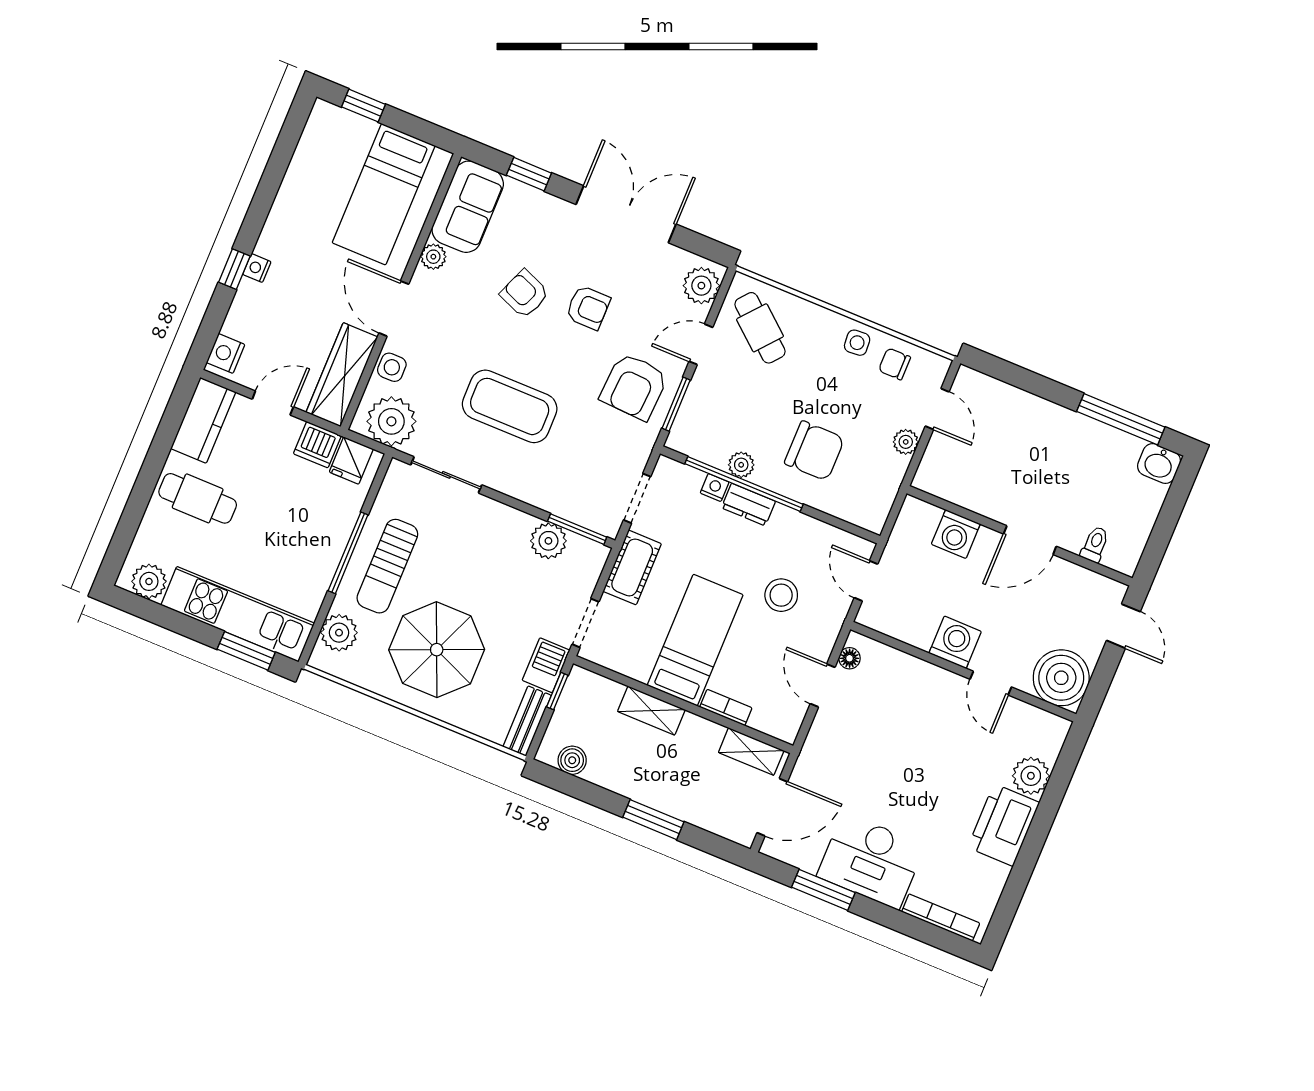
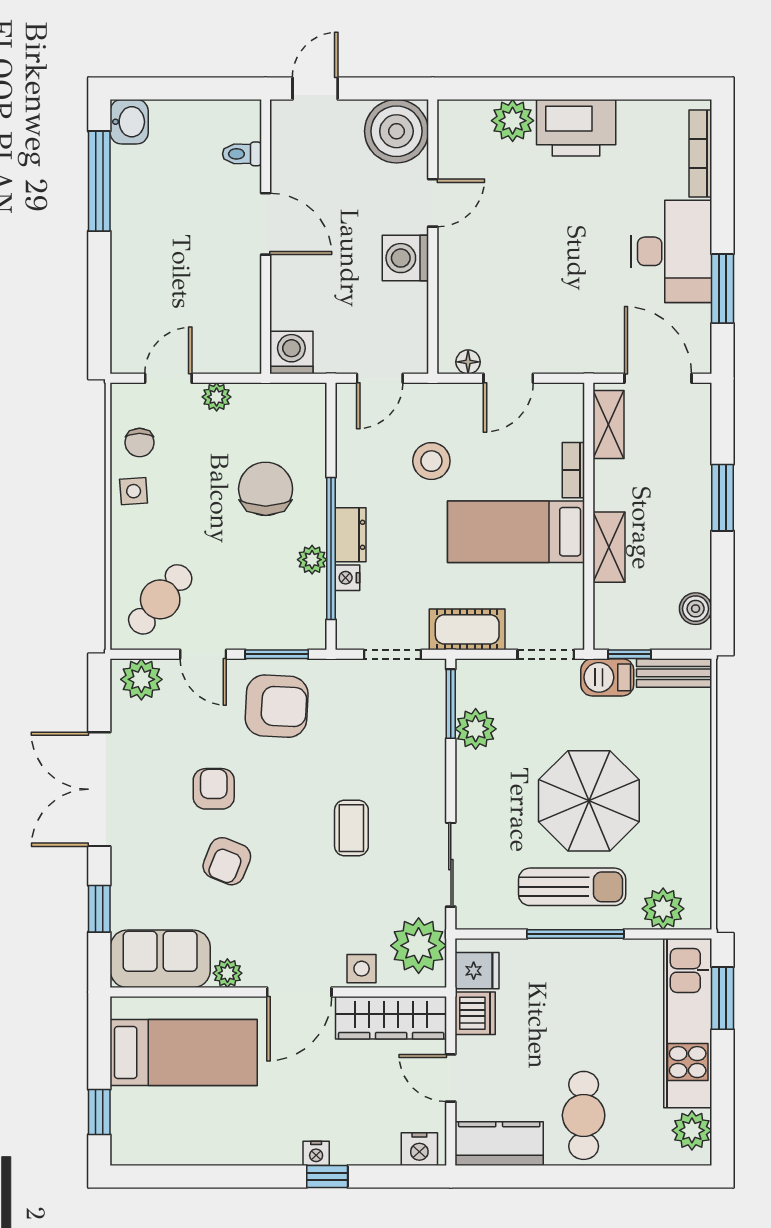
coffee table: (510, 406) -> (351, 828), width x0.54, depth x0.58
washing machine: (956, 534) -> (291, 352), moved, turned -90
parasol: (437, 650) -> (589, 801), moved

